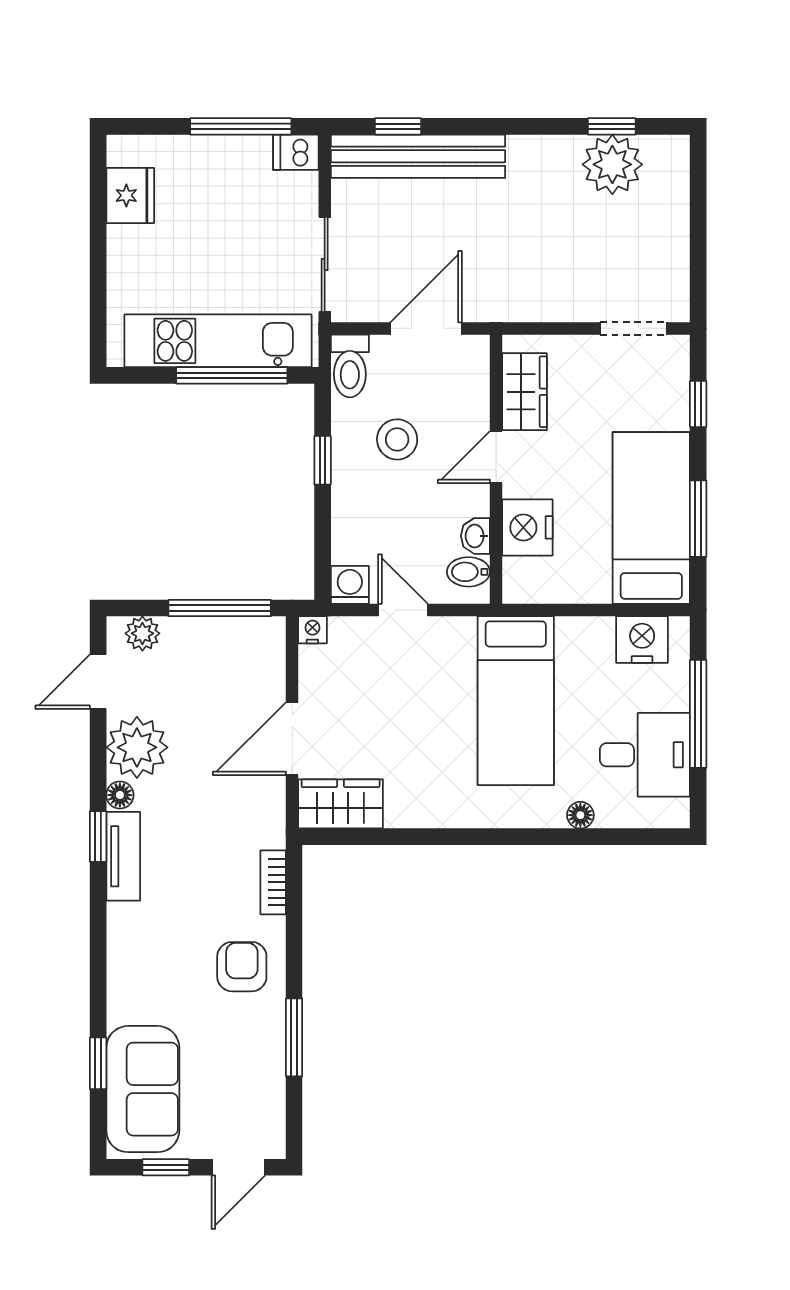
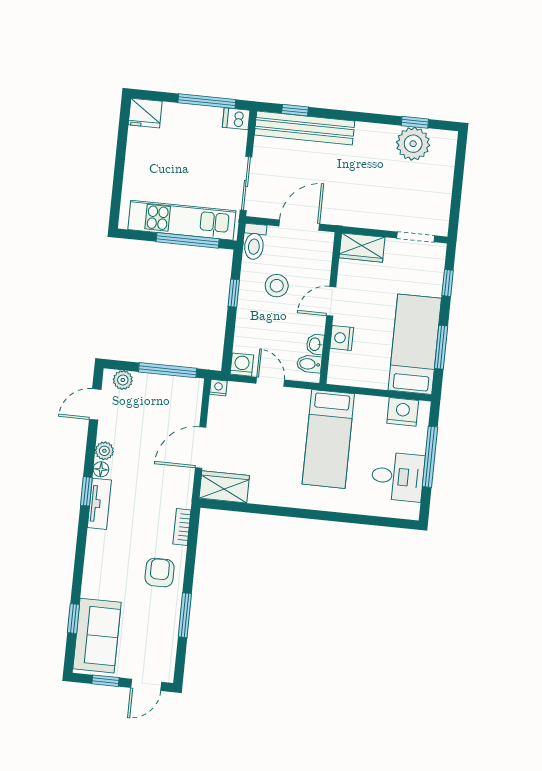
fridge: (130, 195) -> (145, 113), moved, turned 90
wardrobe: (525, 392) -> (362, 248), moved, turned 90
nightstand: (527, 527) -> (342, 338), width x0.74, depth x0.75
plant: (137, 747) -> (104, 451), width x0.53, depth x0.53
floor lamp: (580, 815) -> (358, 507), removed

